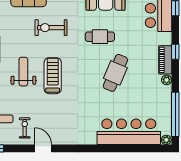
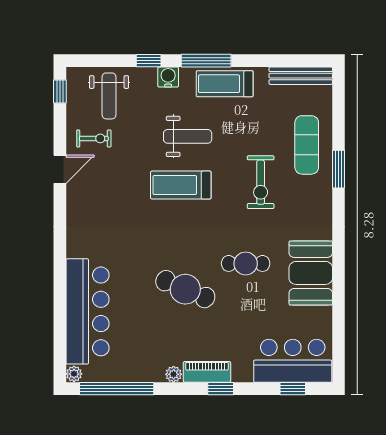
exercise bike: (51, 28) -> (261, 182), turned 180
cafe table: (100, 37) -> (246, 263), turned 90
treadmill: (53, 76) -> (181, 185), turned 180

